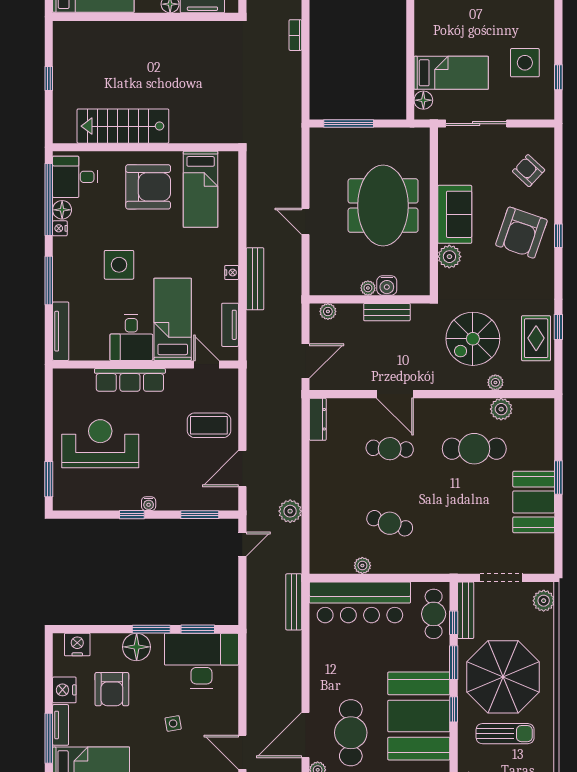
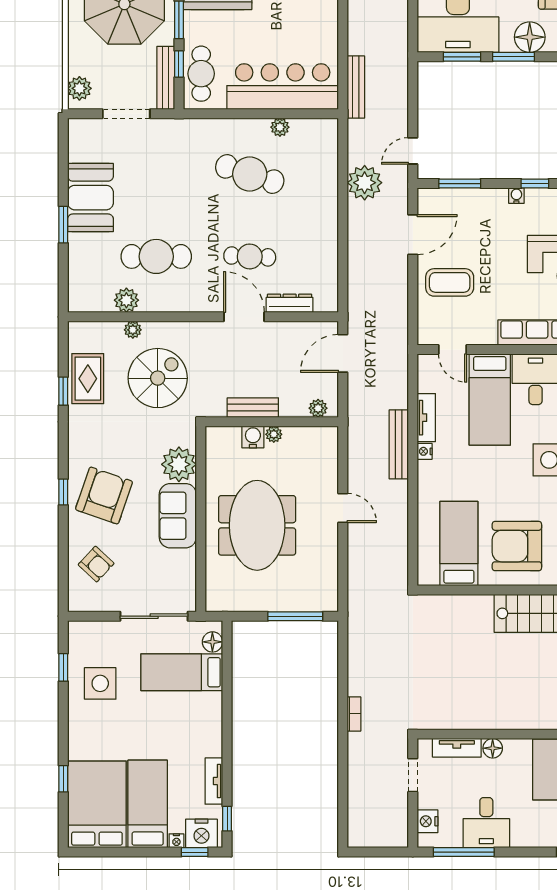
plant: (449, 257) -> (179, 464), width x1.36, depth x1.36
tv unit: (230, 325) -> (426, 418), moved
dresser: (318, 419) -> (290, 303), moved, turned 90
plant: (290, 511) -> (365, 183), width x1.36, depth x1.36
cafe table: (390, 523) -> (250, 174), width x1.37, depth x1.35

